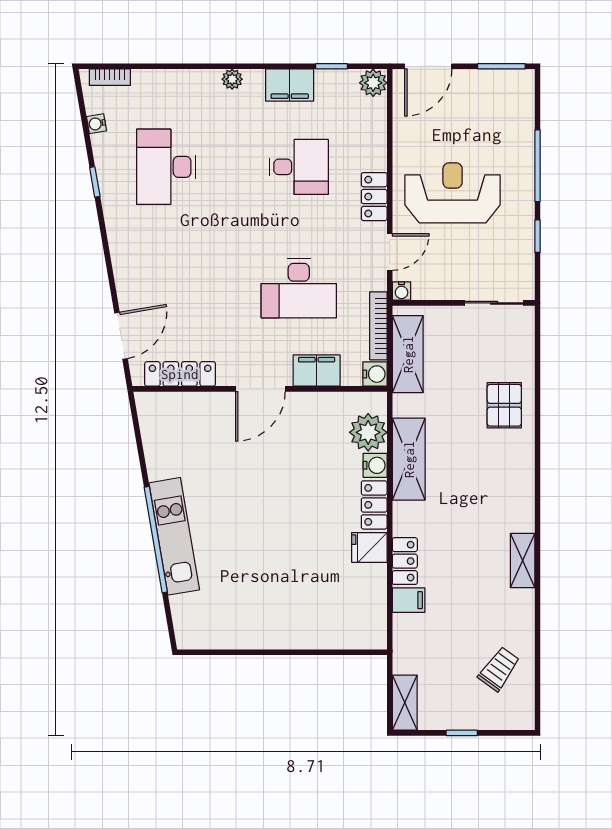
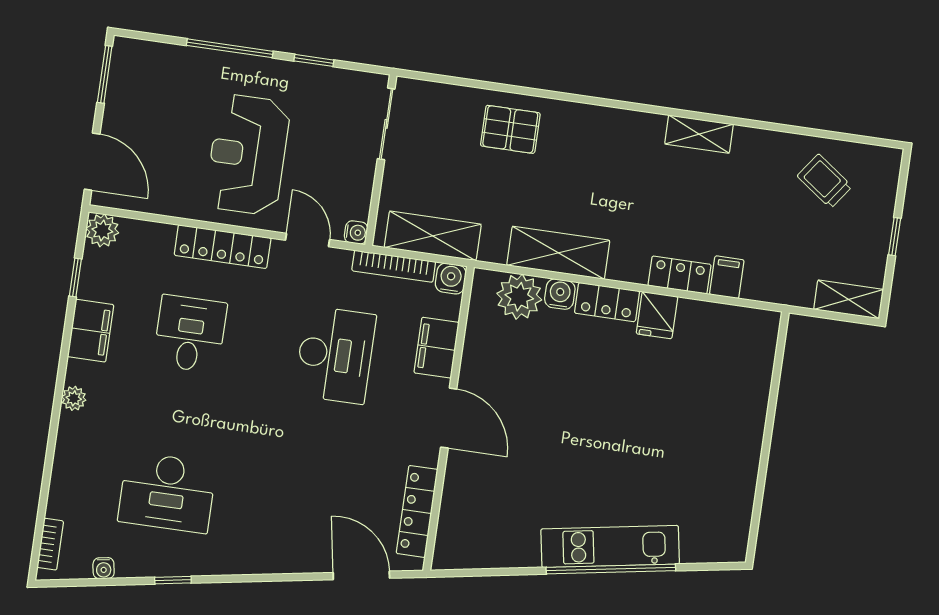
locker: (374, 197) -> (223, 247), width x1.53

